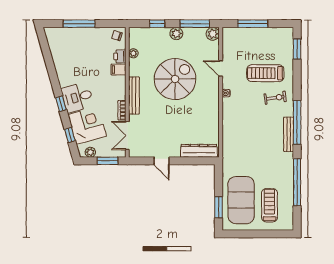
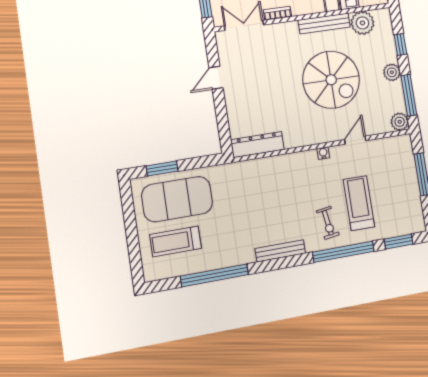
plant: (133, 53) -> (362, 23), width x1.88, depth x1.88
bench: (134, 96) -> (324, 24), moved
window: (297, 122) -> (343, 252), moved
dresser: (199, 151) -> (257, 145), moved, turned -90
treadmill: (269, 205) -> (176, 241), turned 180

